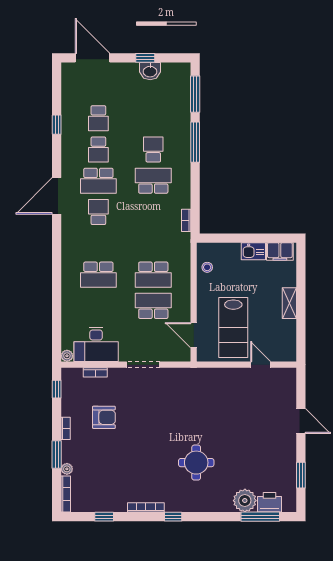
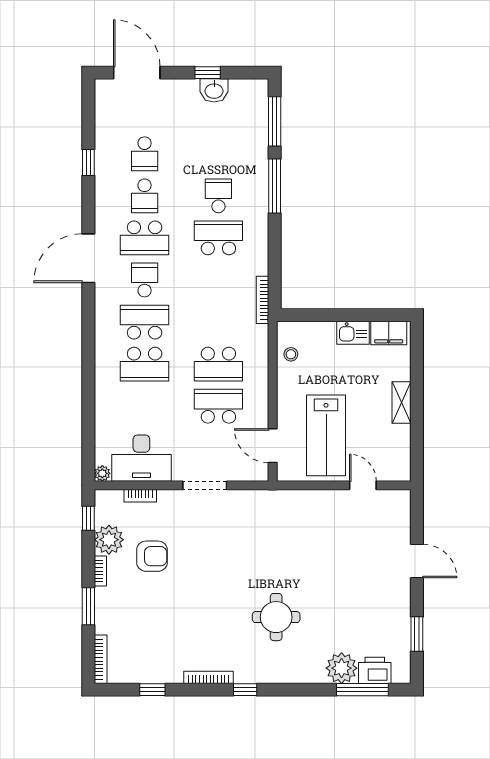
bookcase: (186, 220) -> (263, 300), width x1.56
school desk: (98, 243) -> (145, 322), added
plant: (67, 469) -> (109, 540), moved, width x1.88, depth x1.88

